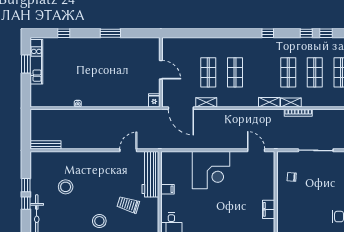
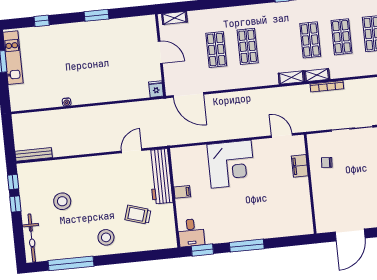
shelving: (206, 102) -> (174, 18), moved
window: (26, 203) -> (13, 182), moved
filing cabinet: (269, 209) -> (300, 166), moved

